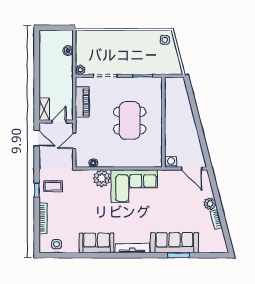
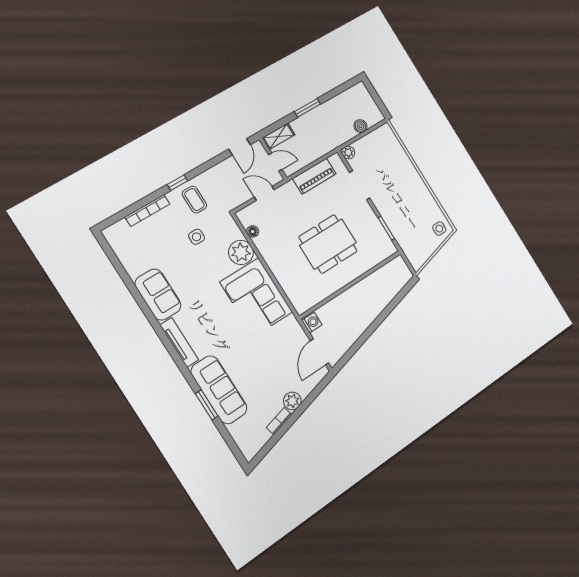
window: (37, 79) -> (308, 108), added
side table: (57, 244) -> (197, 237), moved

